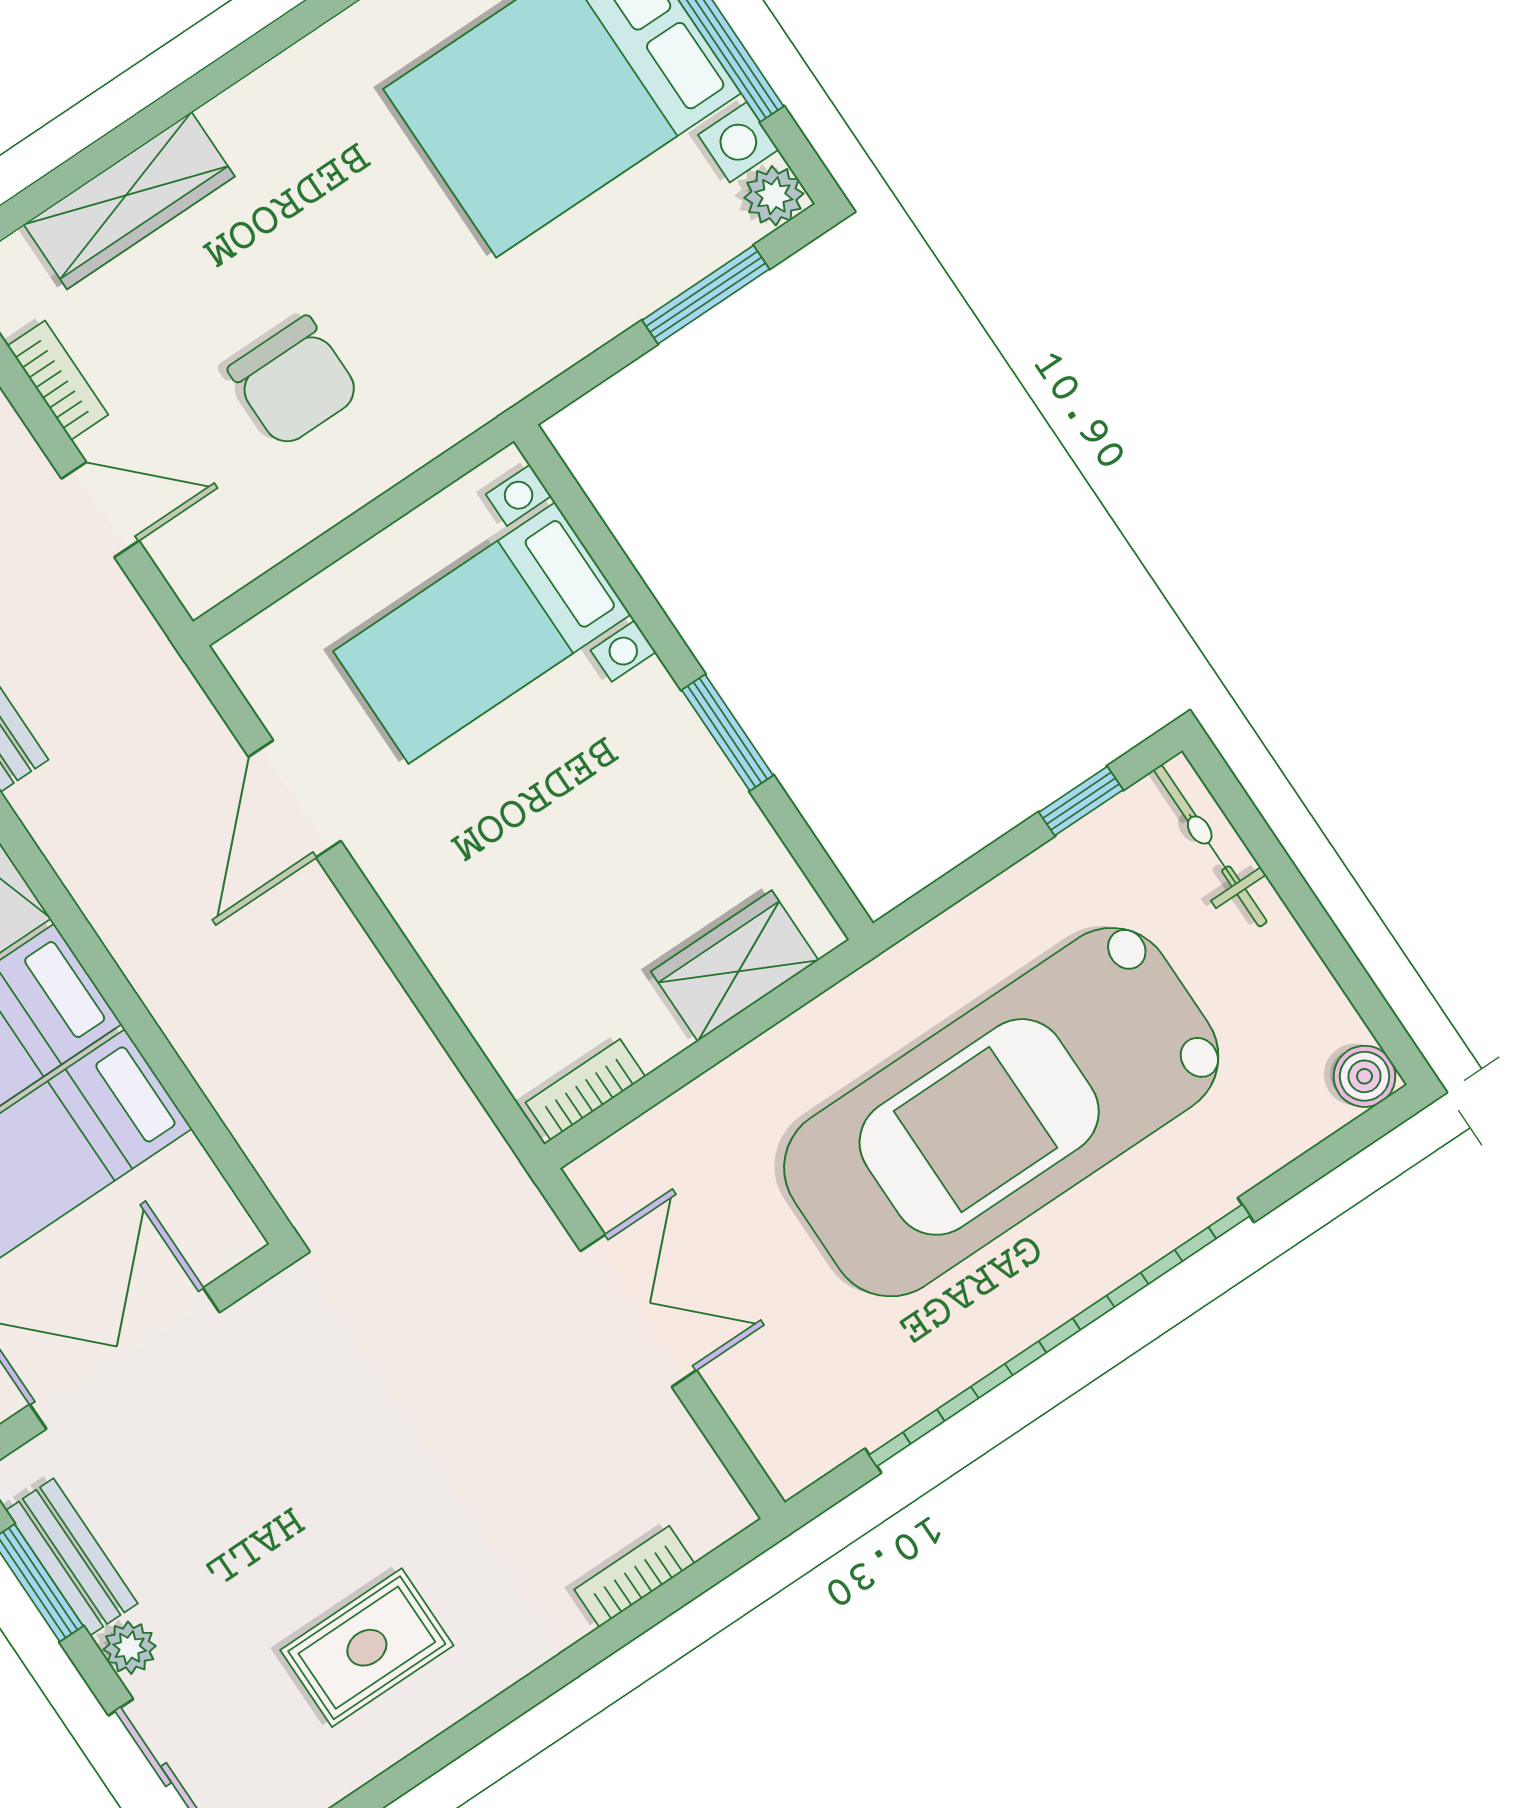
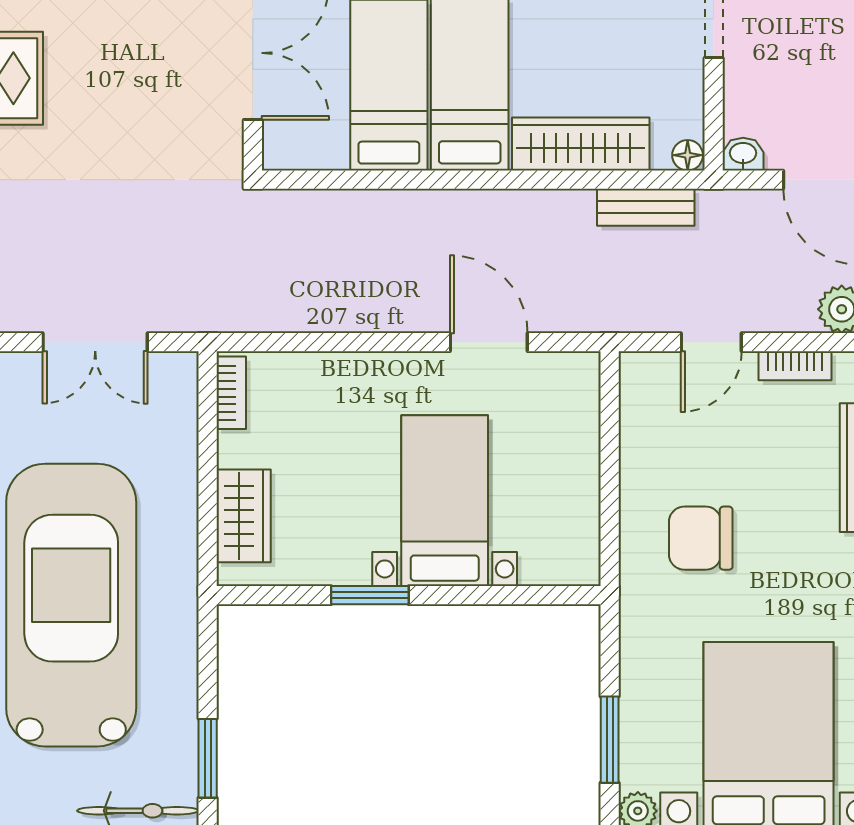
chair: (294, 382) -> (701, 538), moved
bed with nightstands: (482, 633) -> (445, 501), moved
window: (1081, 801) -> (208, 758), width x1.50

